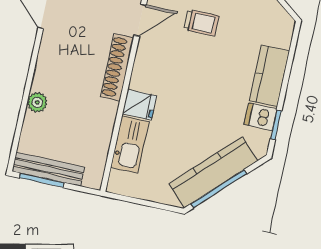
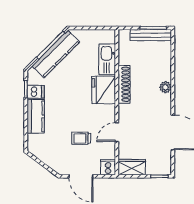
shoe rack: (117, 67) -> (124, 84), moved
plant: (37, 102) -> (165, 87), moved
fridge: (139, 105) -> (104, 90), width x1.88, depth x1.34

